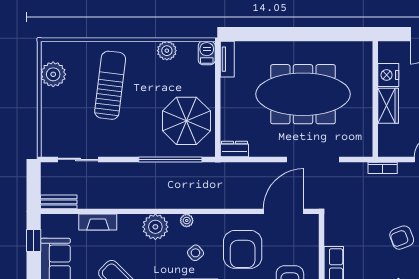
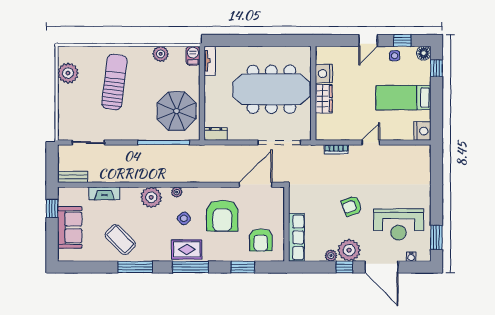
nightstand: (388, 75) -> (324, 74), moved
wall: (375, 99) -> (313, 93), moved
wardrobe: (388, 106) -> (324, 99), moved

